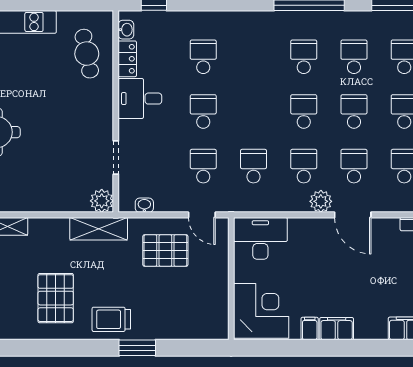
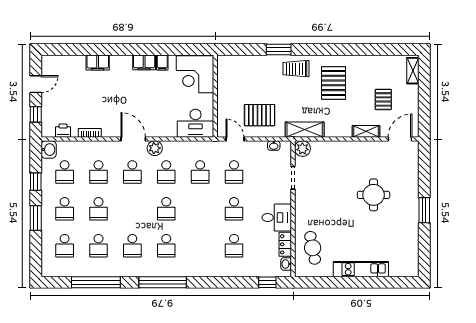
school desk: (354, 111) -> (132, 209), removed
trolley: (111, 319) -> (296, 69), turned 180

